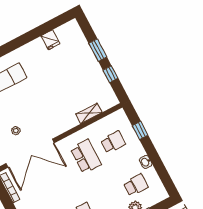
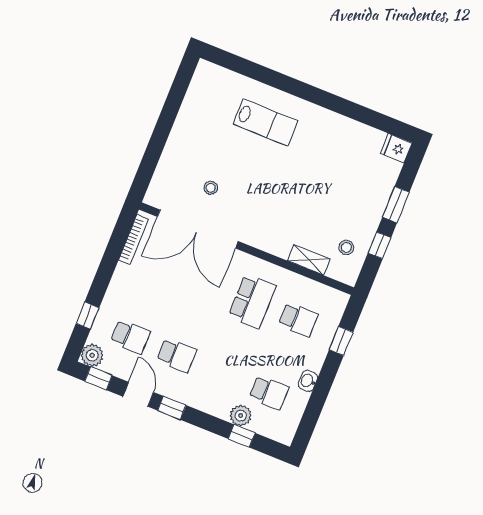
fridge: (51, 40) -> (396, 148), moved, turned 90
stool: (98, 91) -> (346, 247), added

